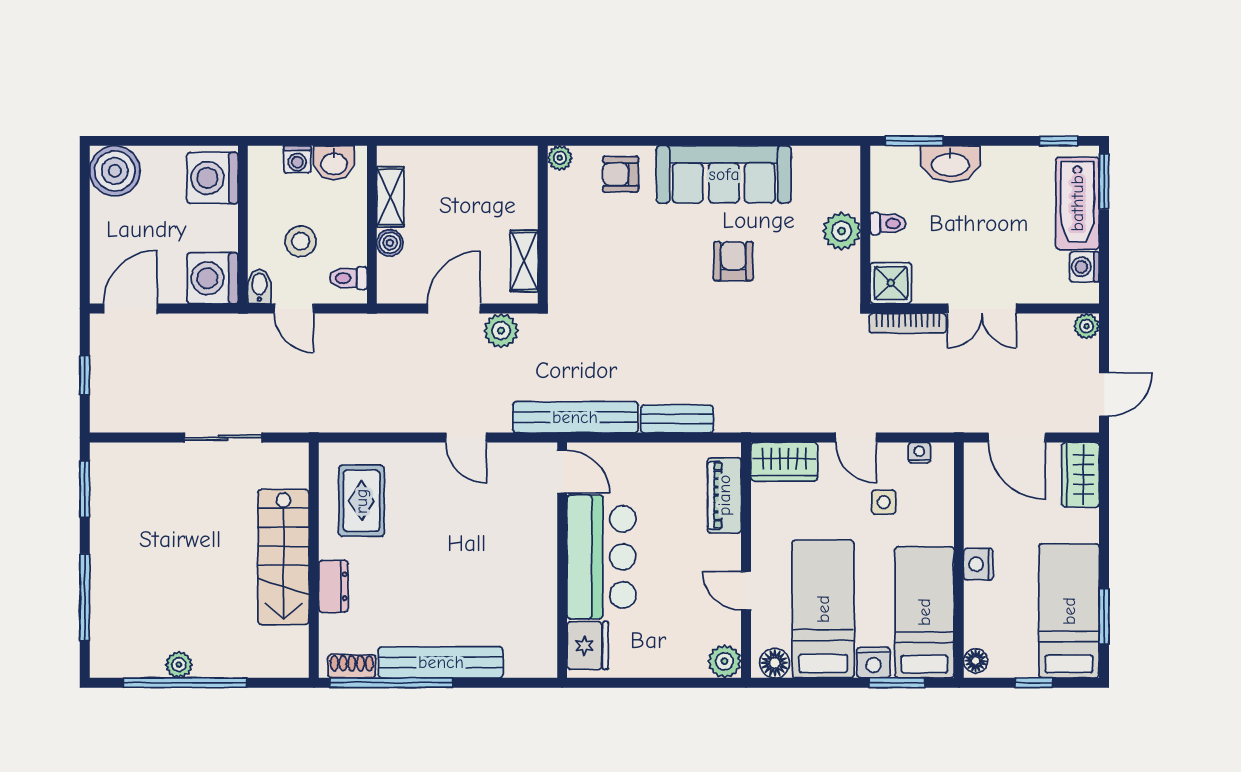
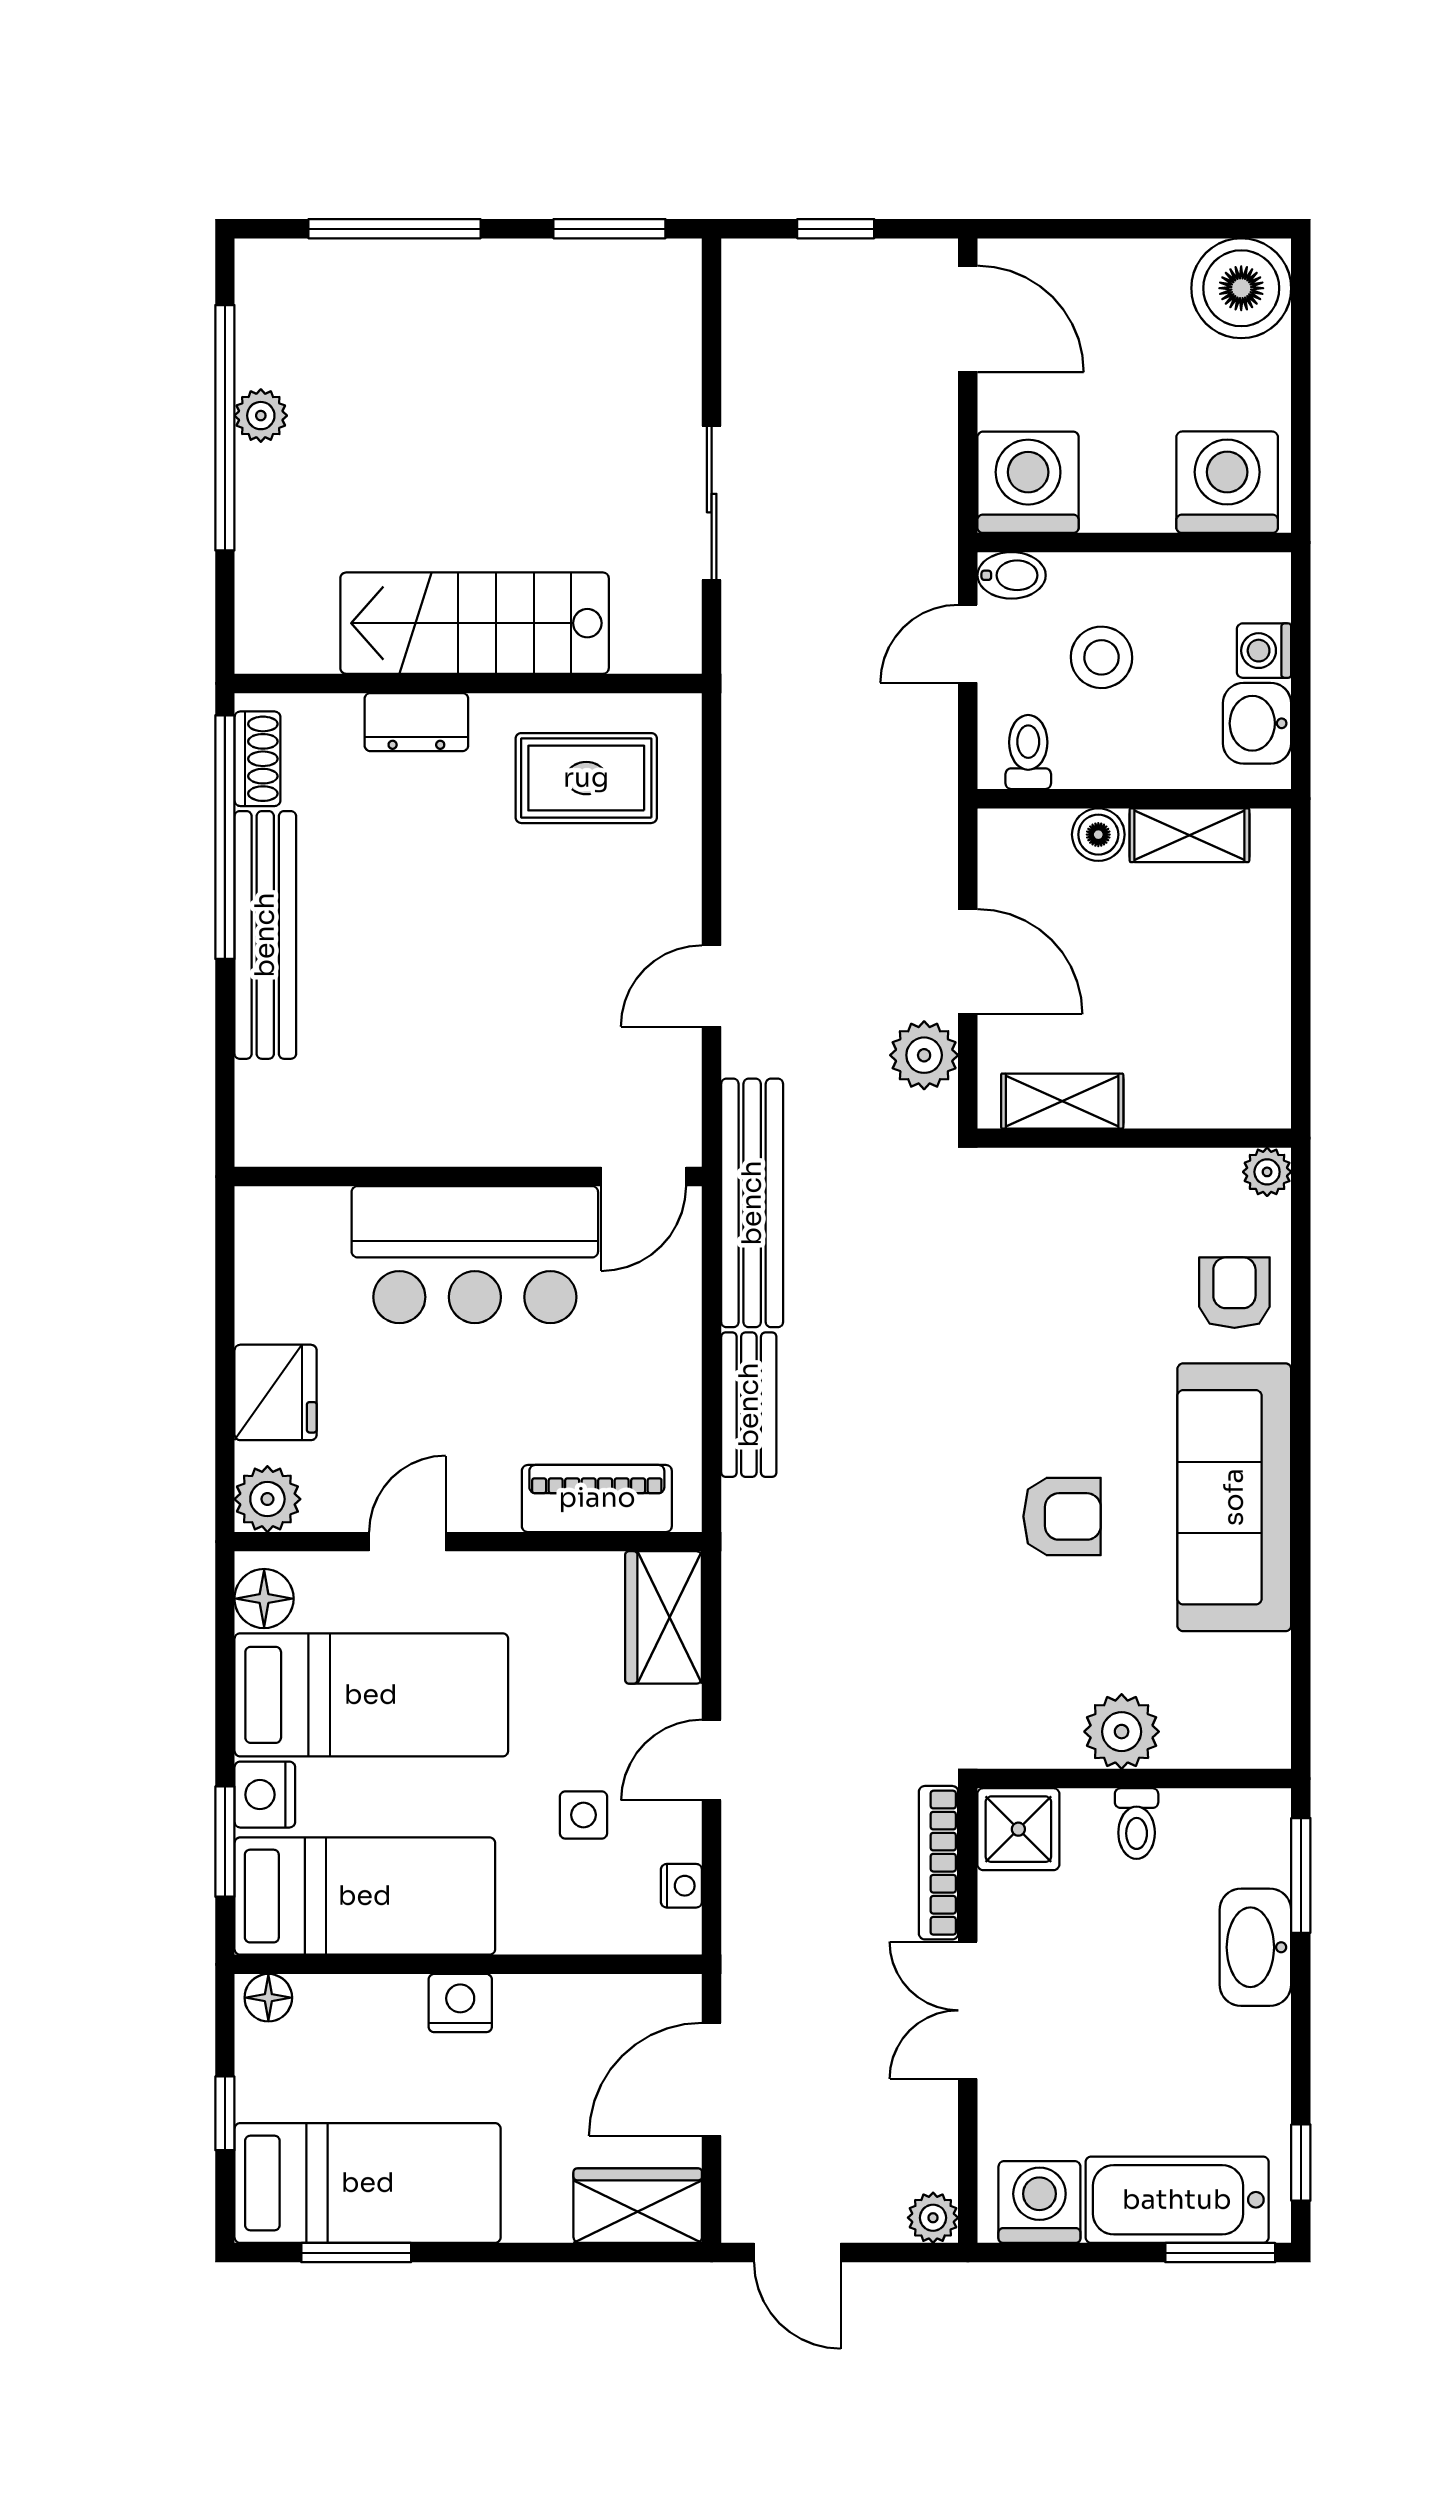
washing machine: (1084, 267) -> (1039, 2202), width x1.38, depth x1.38
fridge: (588, 645) -> (276, 1392), moved, turned -90

